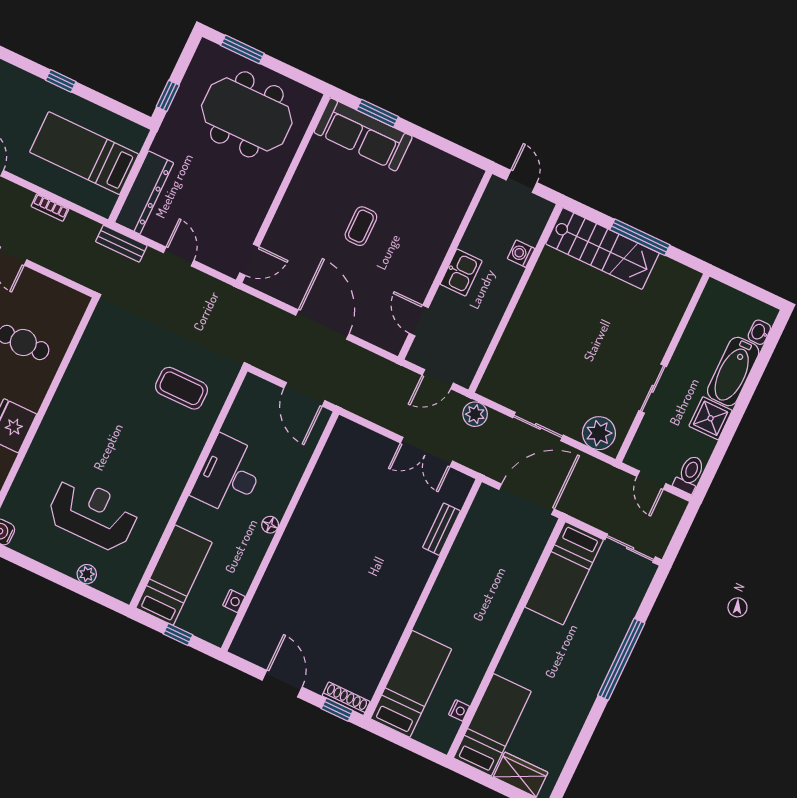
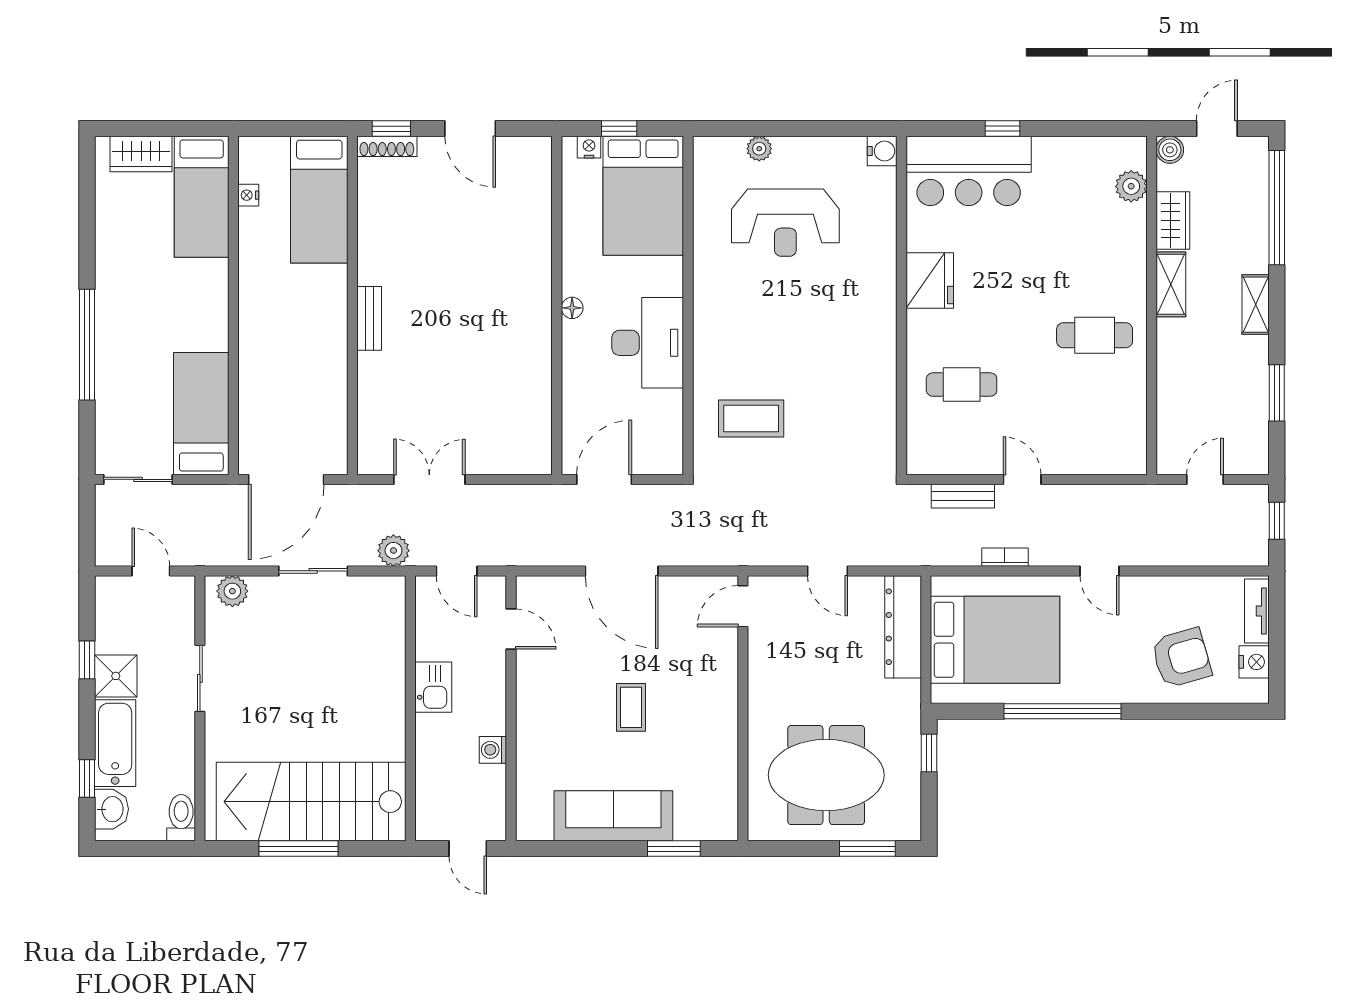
window: (61, 81) -> (1062, 711), width x3.17
sofa: (363, 135) -> (613, 816), moved
bed: (84, 153) -> (995, 640), width x1.50
bench: (121, 244) -> (963, 496), moved
stairs: (602, 248) -> (311, 802), width x1.36, depth x1.51
washing machine: (521, 254) -> (493, 750), moved, turned 180
kitchen sink: (461, 273) -> (433, 687), moved, turned 180
washbasin: (759, 332) -> (111, 809), width x1.38, depth x1.45
window: (765, 356) -> (87, 779), added
door: (438, 379) -> (457, 571), swing flipped
door: (304, 394) -> (604, 479), hinge flipped
plant: (599, 433) -> (232, 591), width x0.73, depth x0.73
window: (725, 439) -> (87, 660), added
toilet: (689, 474) -> (181, 818), moved, turned 180
bench: (441, 529) -> (369, 318), moved
bed: (174, 575) -> (643, 196), width x1.50
nightstand: (234, 601) -> (589, 147), moved, turned 90

